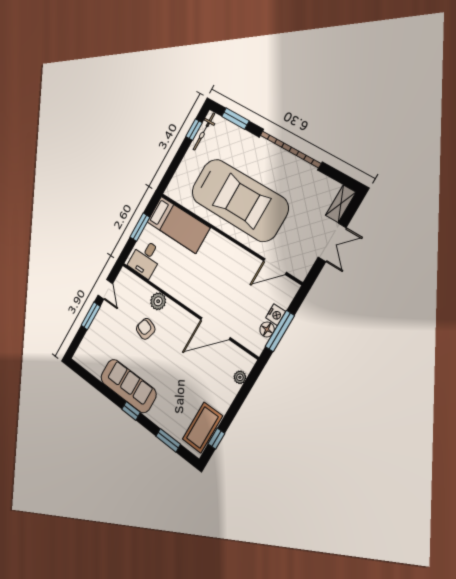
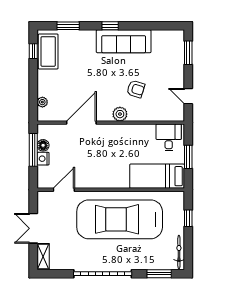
window: (194, 130) -> (188, 218), moved
plant: (158, 301) -> (120, 114), moved
window: (91, 316) -> (188, 53), moved

